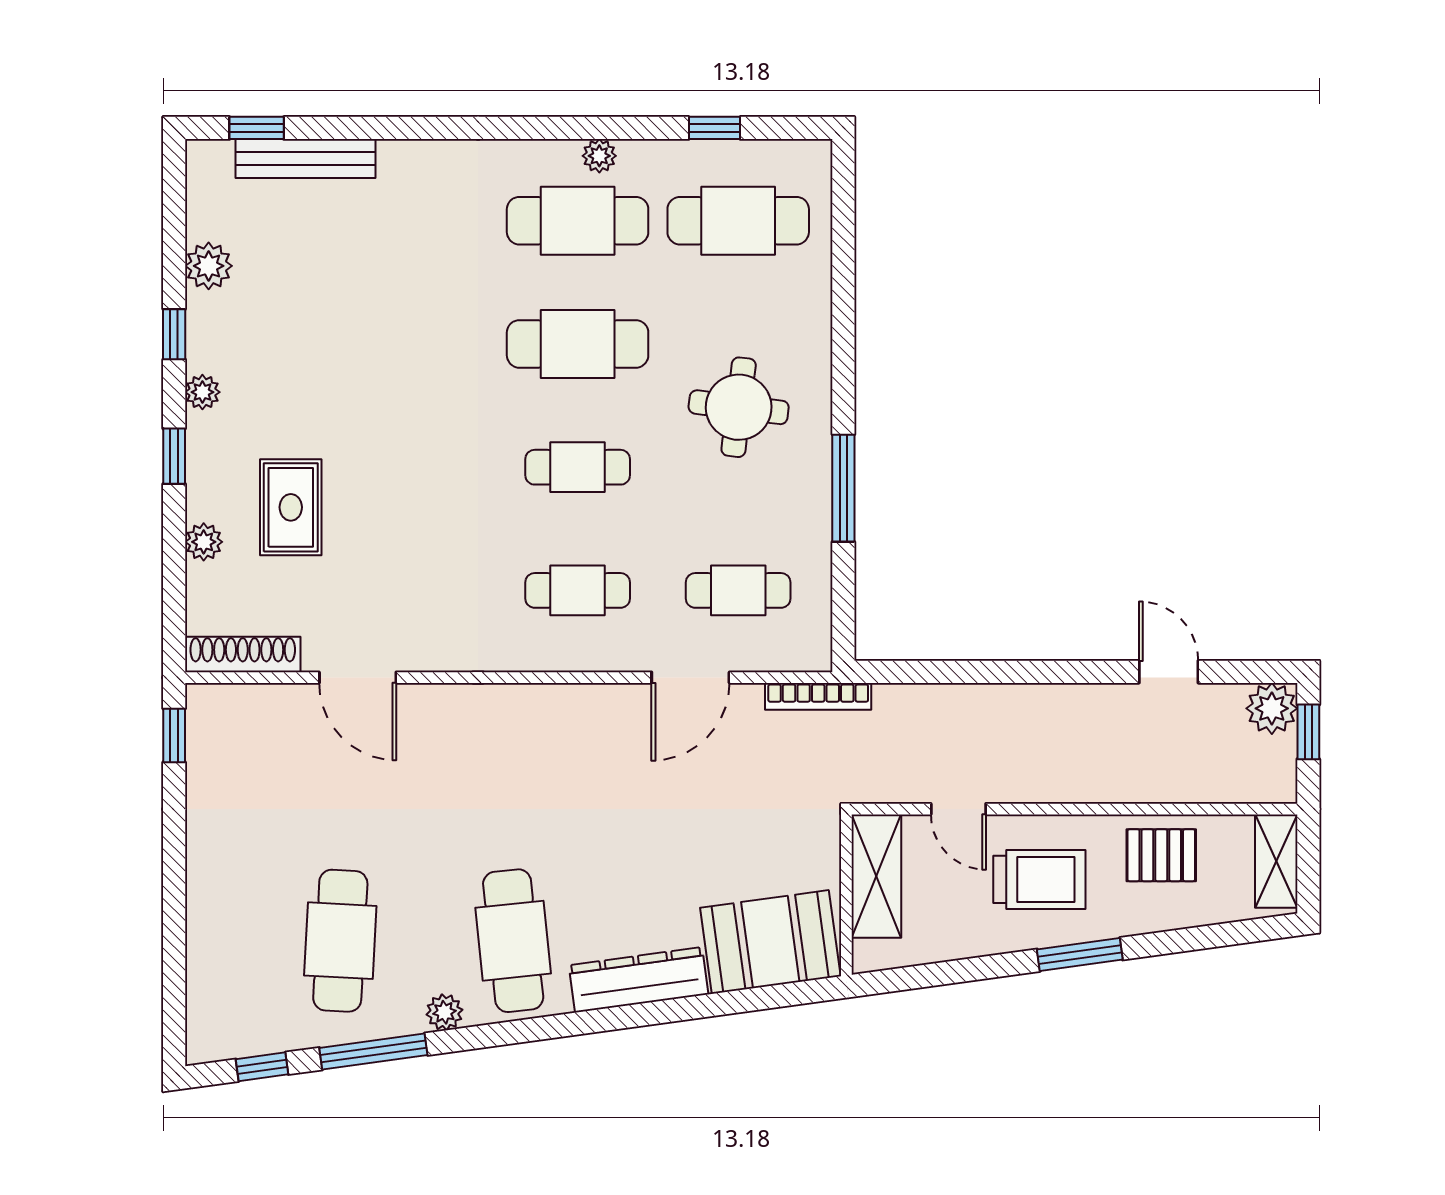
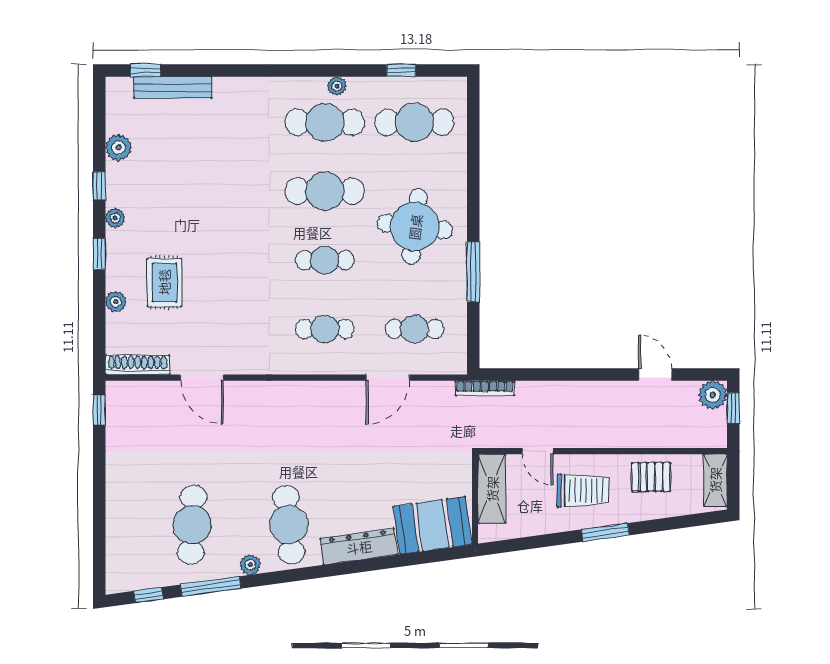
round table: (739, 407) -> (415, 227), width x1.36, depth x1.36
bookcase: (818, 696) -> (485, 388), moved

